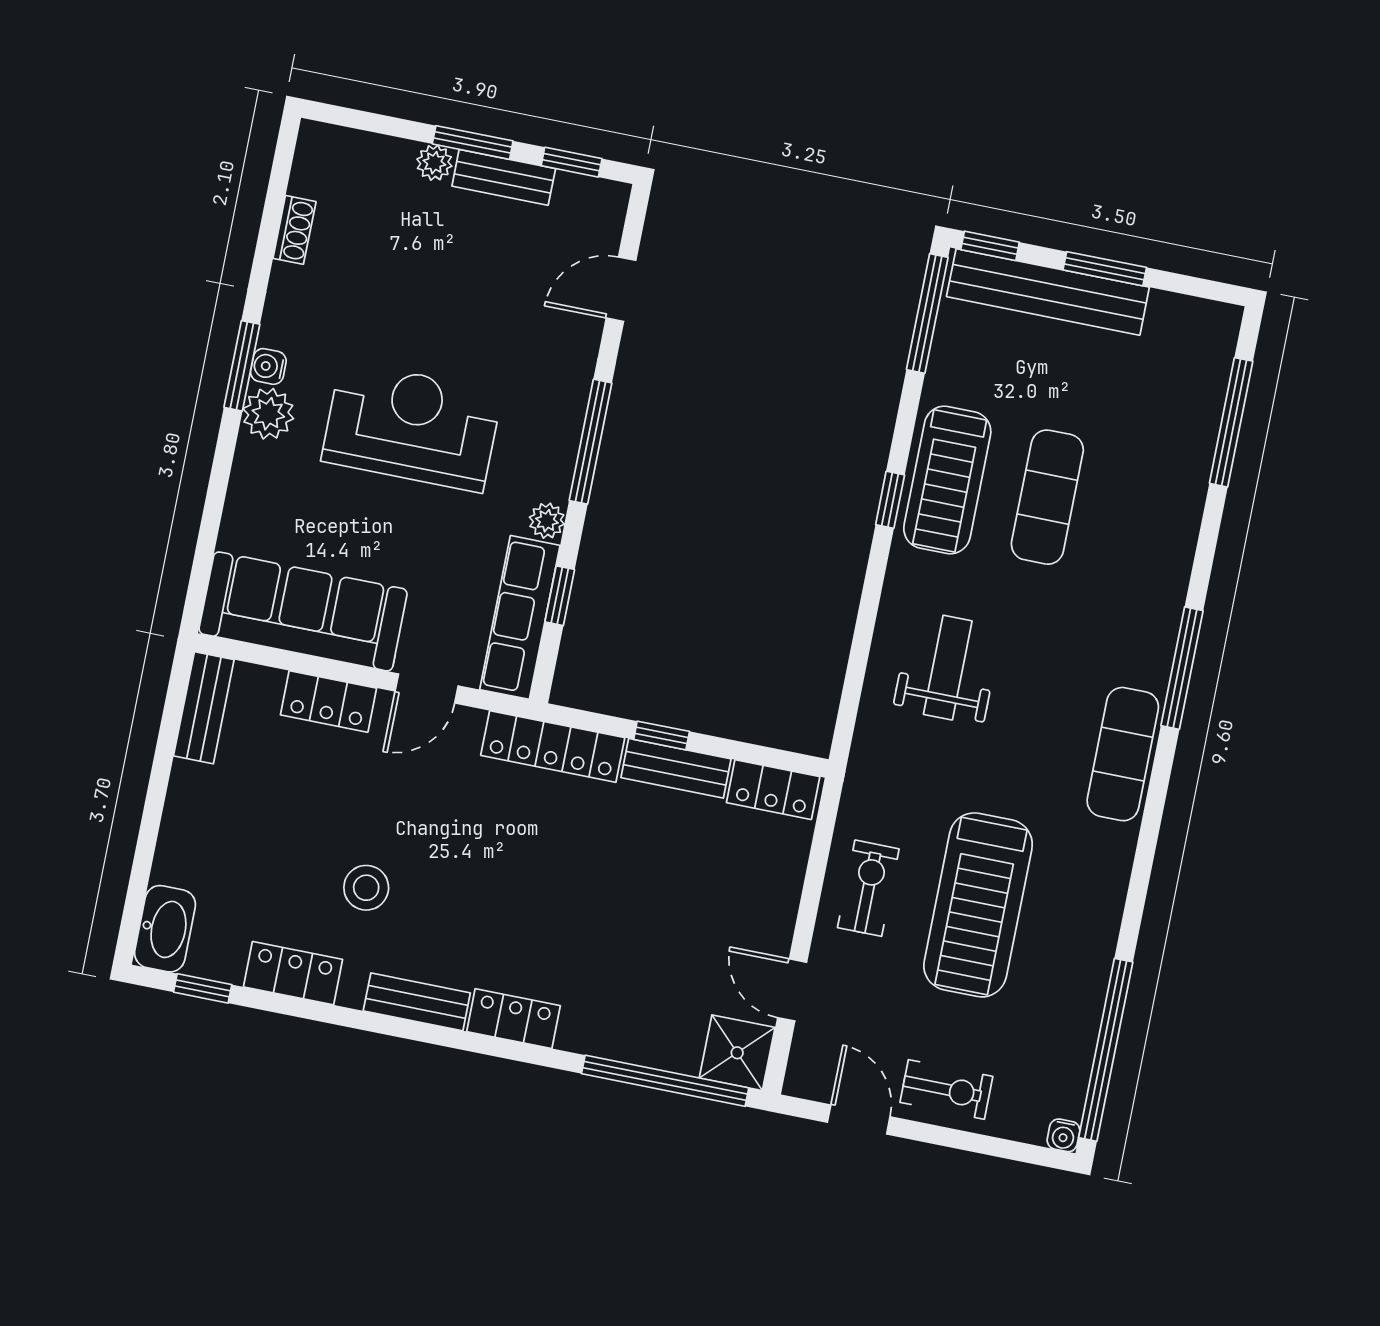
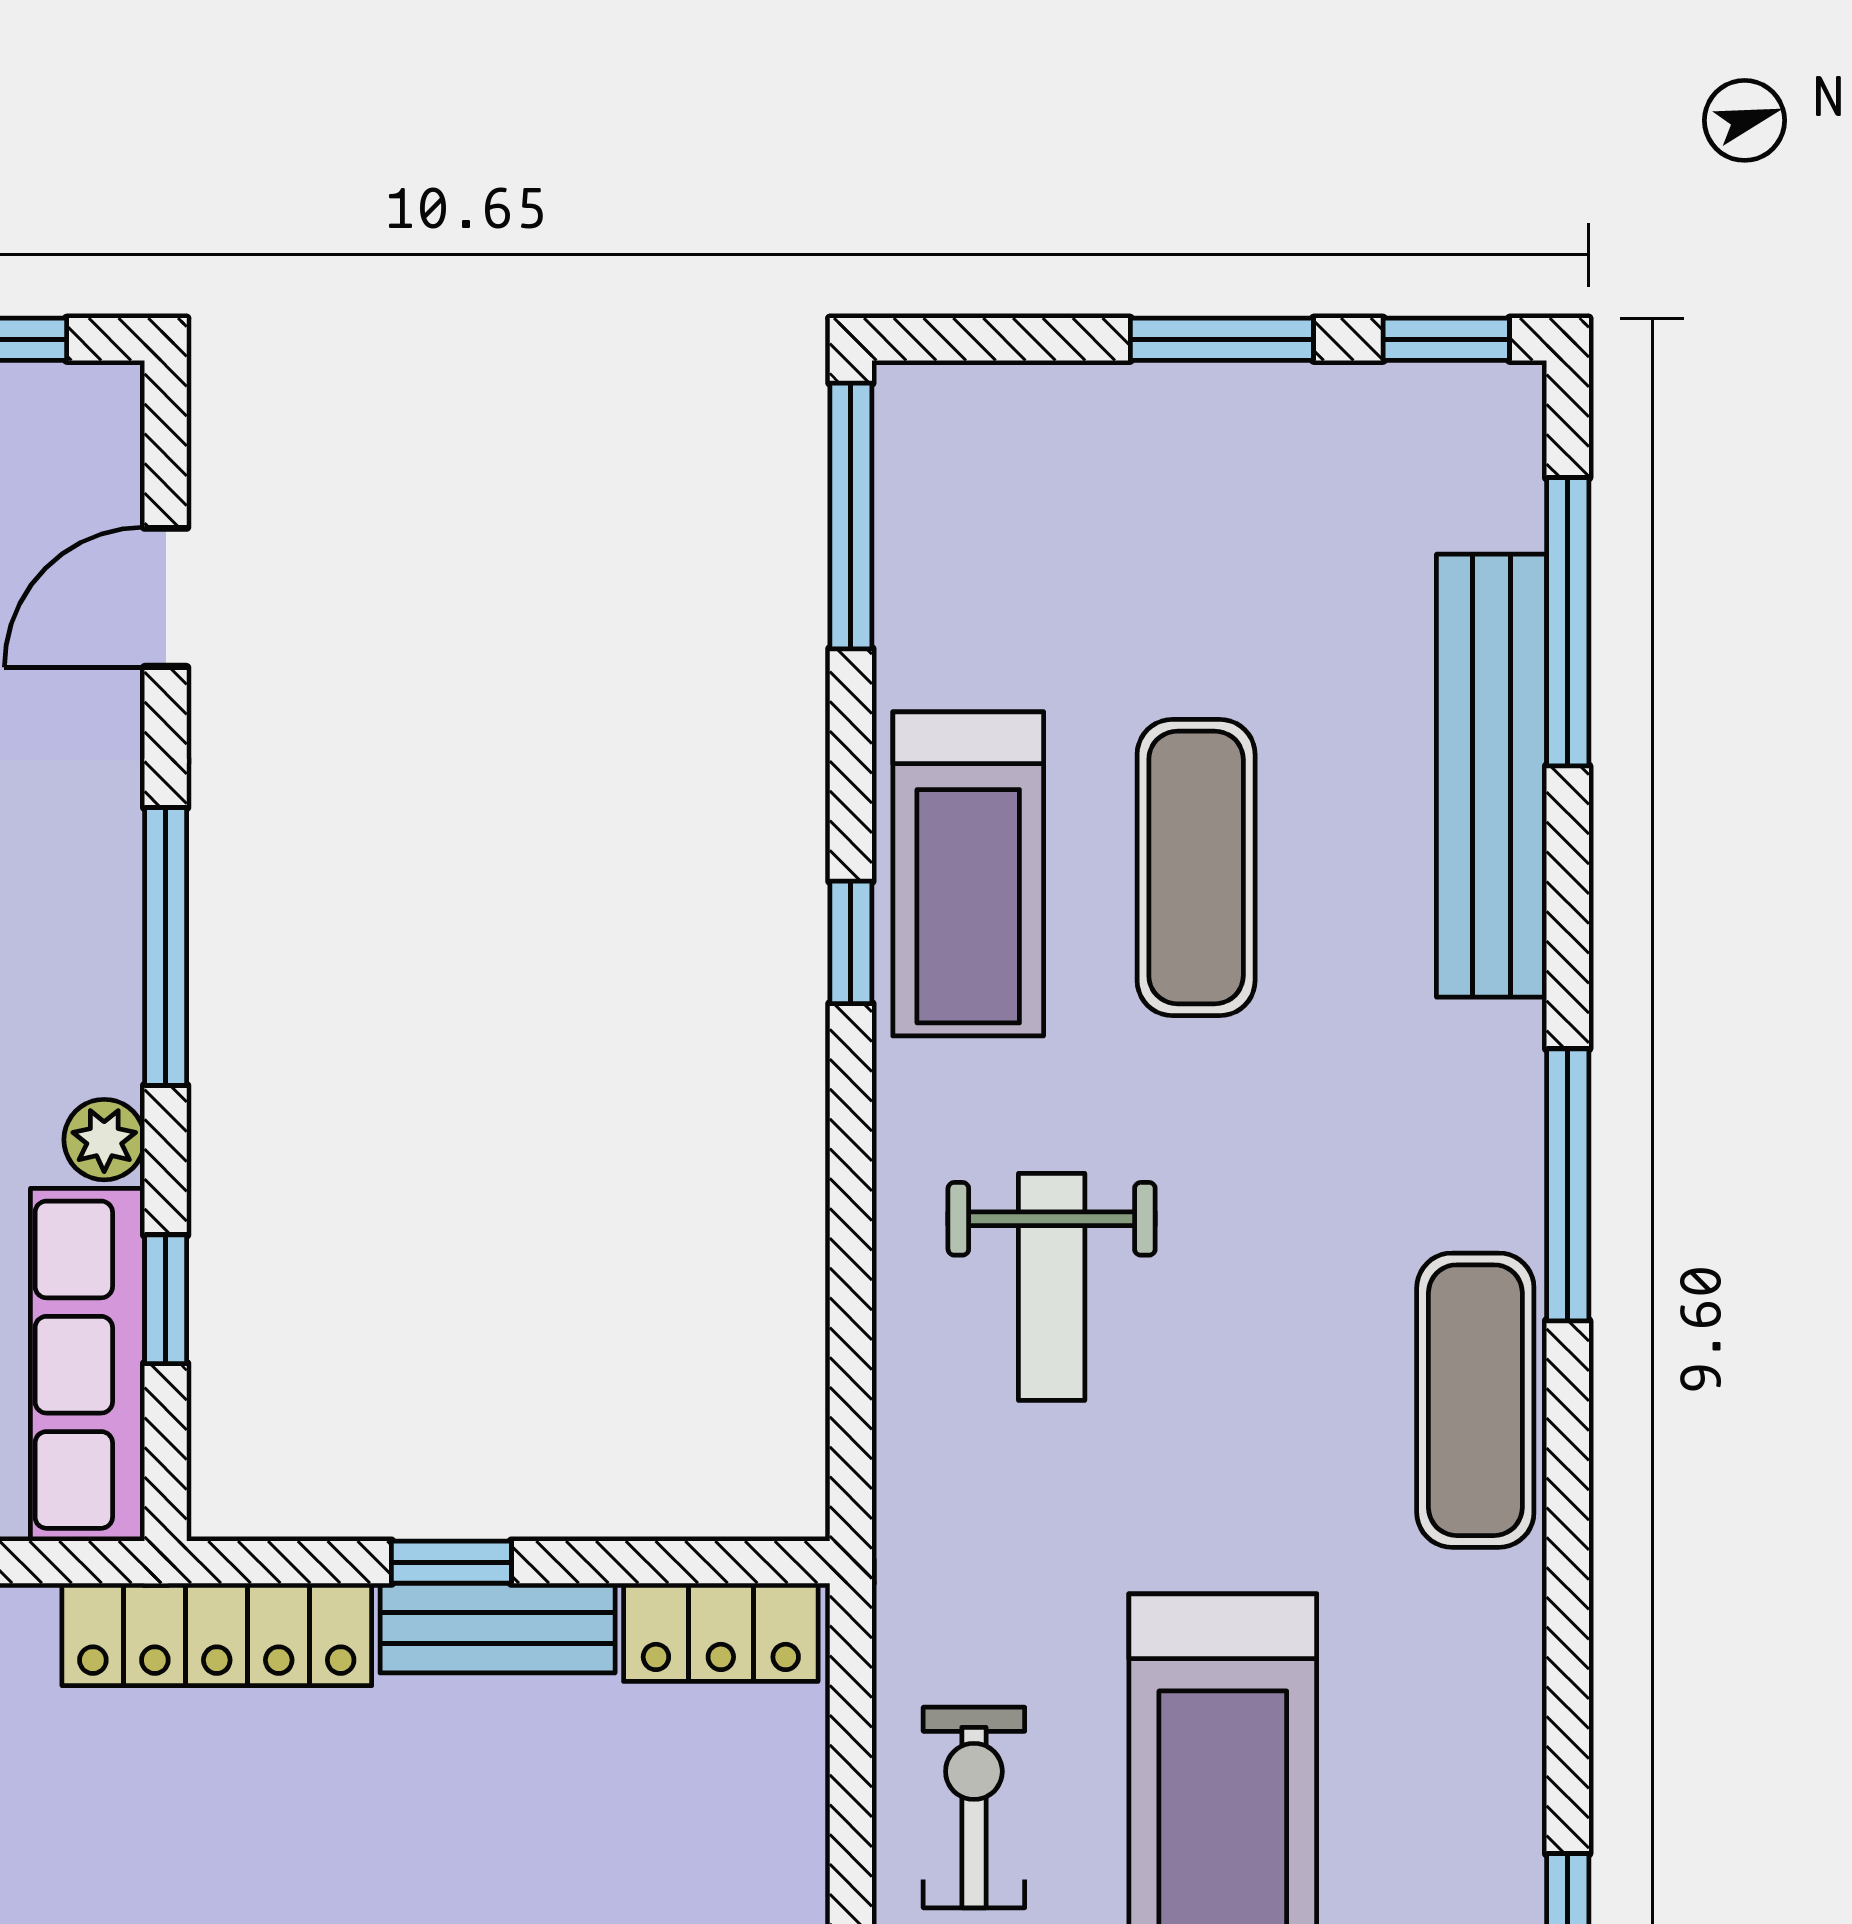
window: (990, 246) -> (1446, 339), moved
bench: (1048, 292) -> (1492, 776), moved, turned 90
weight bench: (948, 668) -> (1052, 1287), turned 180

